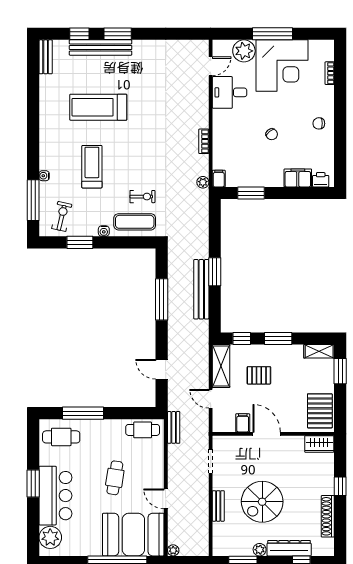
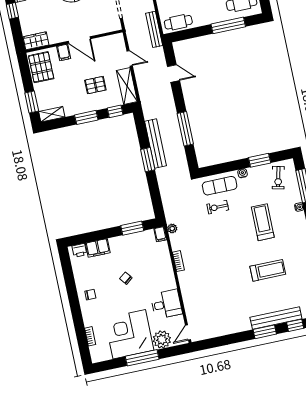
door: (211, 66) -> (188, 333), moved
treadmill: (98, 107) -> (268, 270), width x0.73, depth x0.73
treadmill: (92, 167) -> (263, 222), turned 180
filing cabinet: (243, 423) -> (64, 52), moved
bench: (174, 427) -> (154, 29), width x1.36

